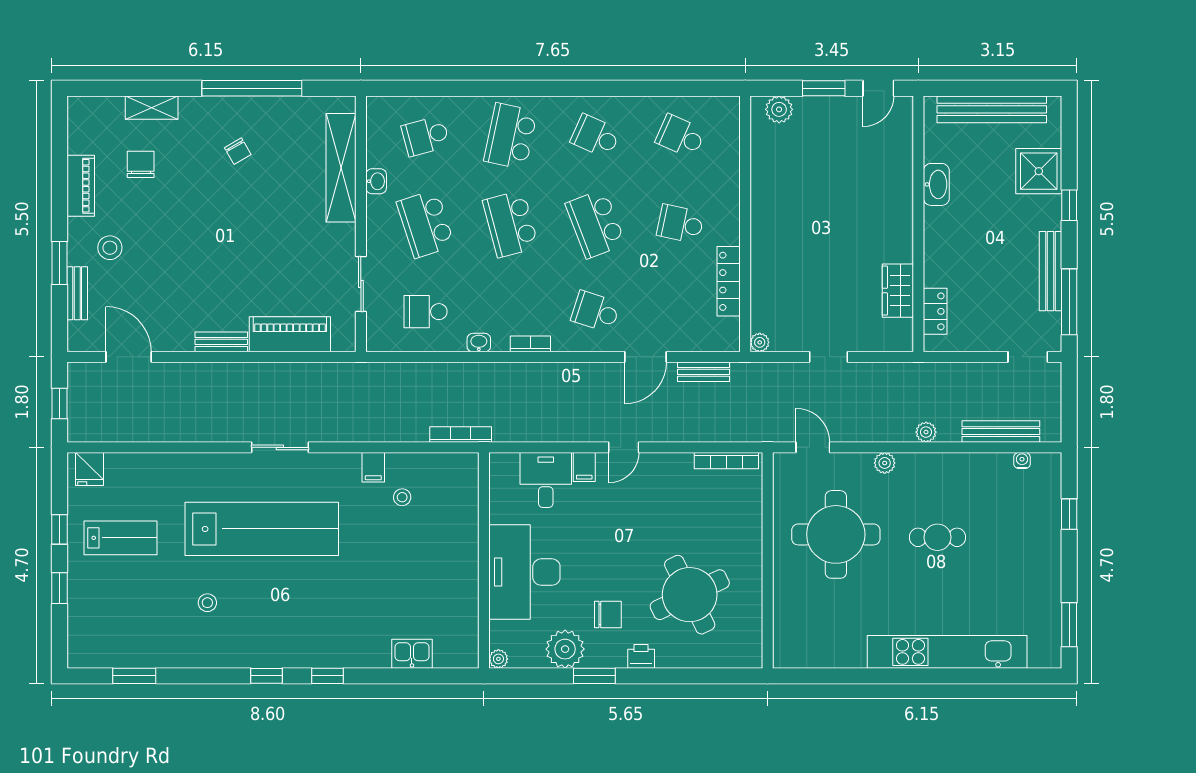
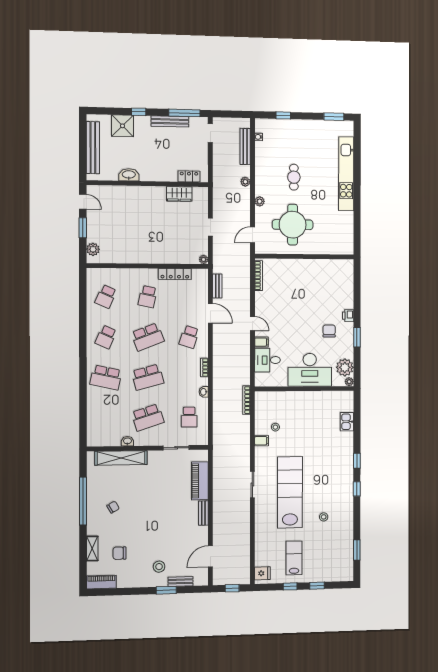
school desk: (426, 136) -> (106, 418), removed
piano: (81, 186) -> (101, 582), moved
round table: (690, 595) -> (320, 293), removed
plant: (565, 649) -> (345, 367), moved

